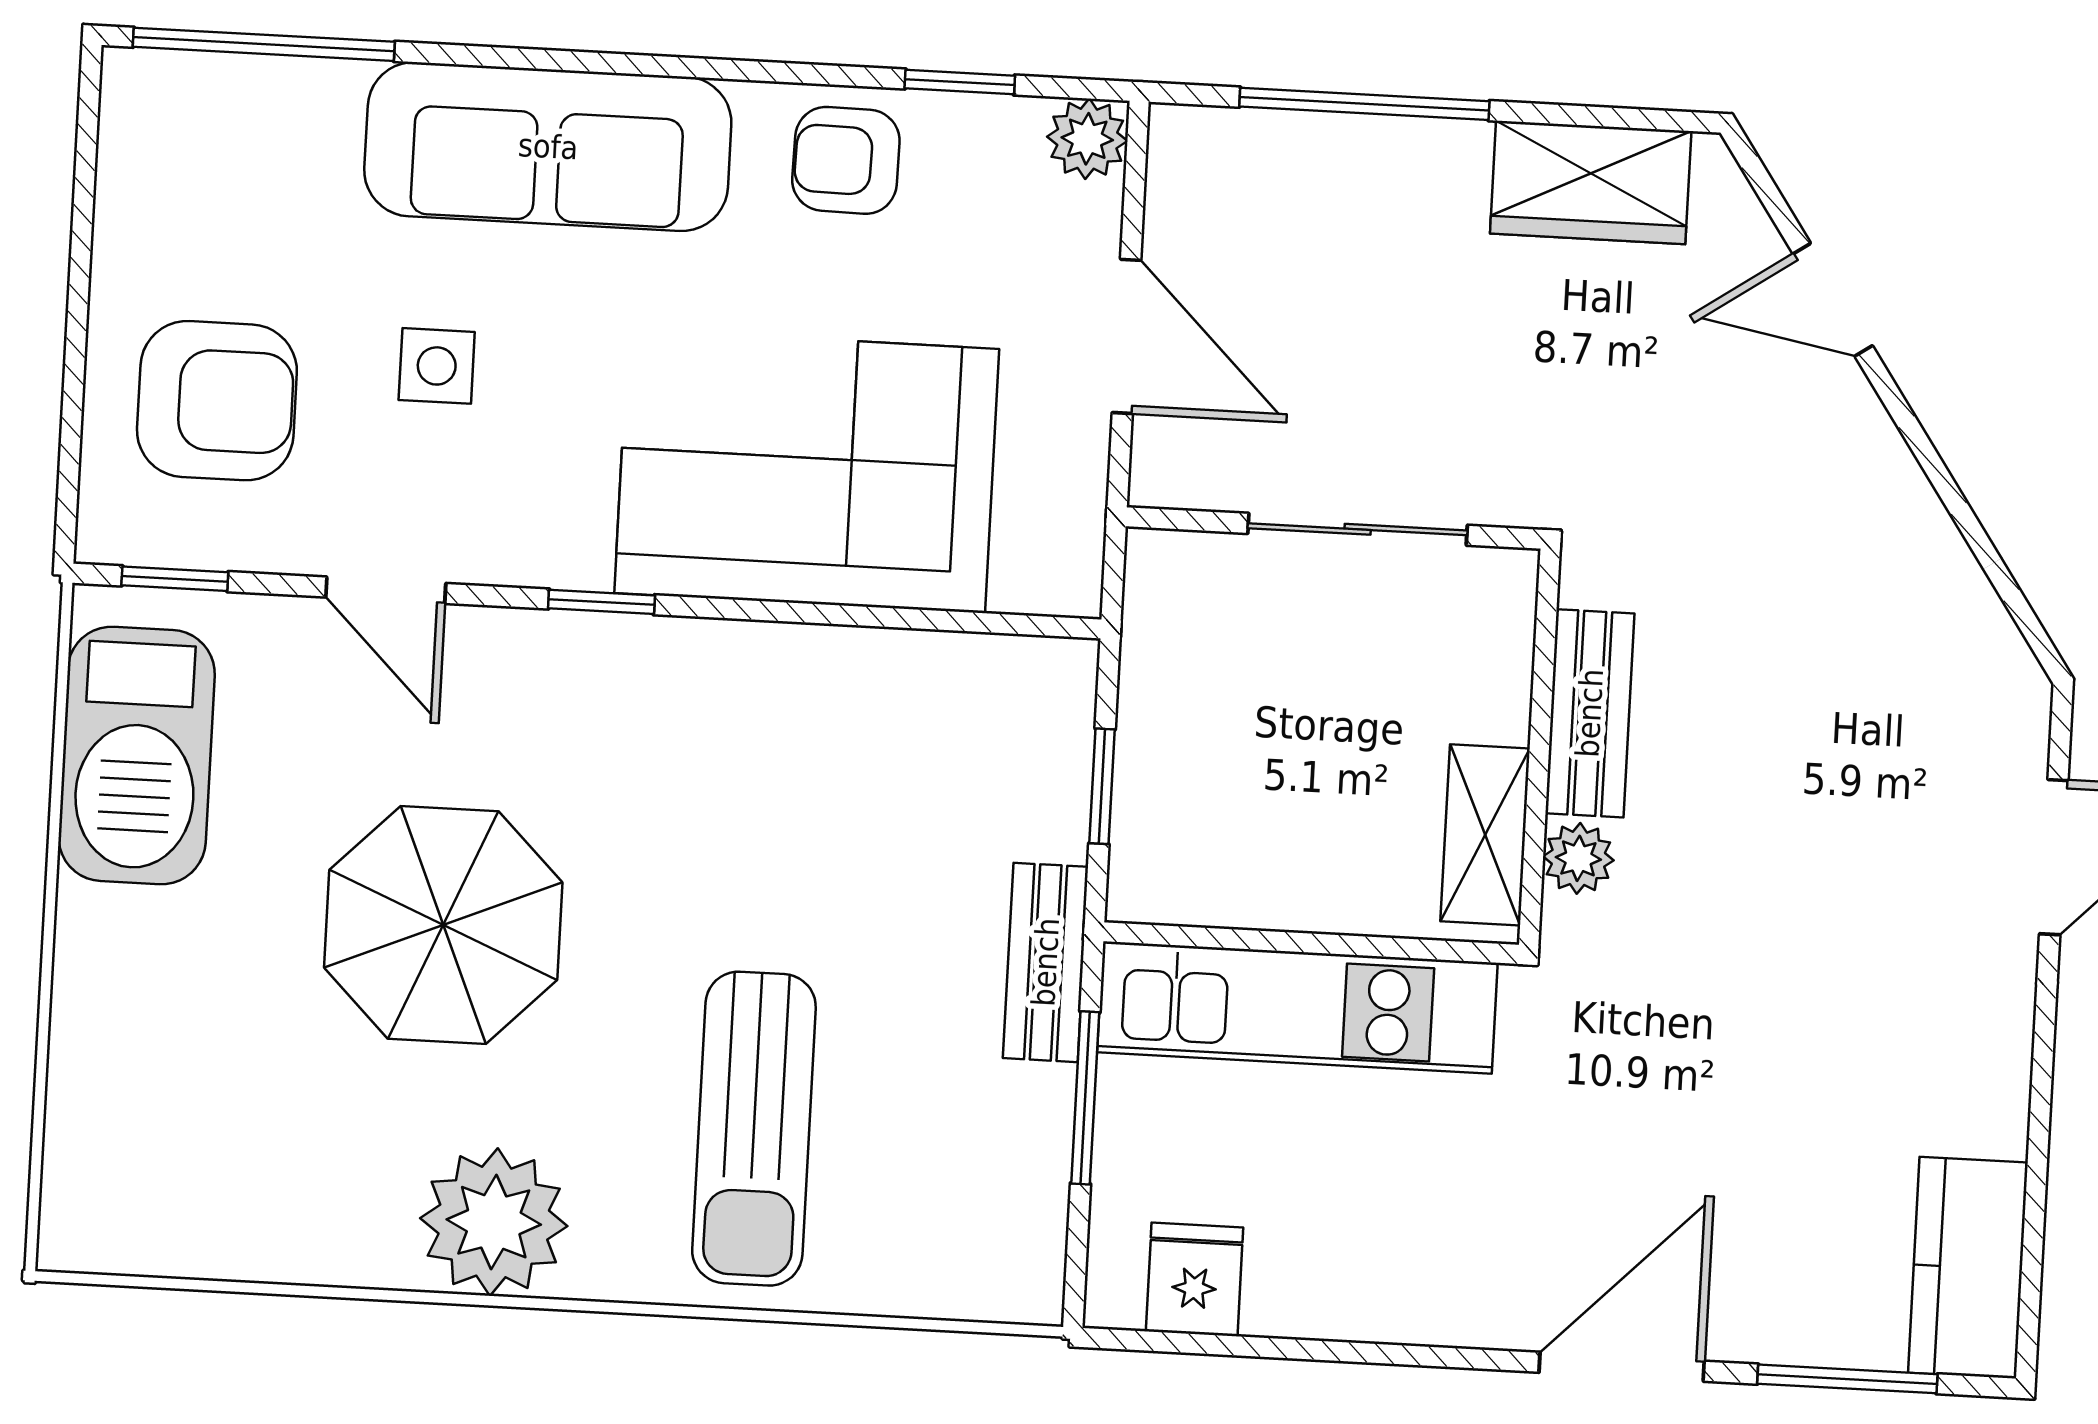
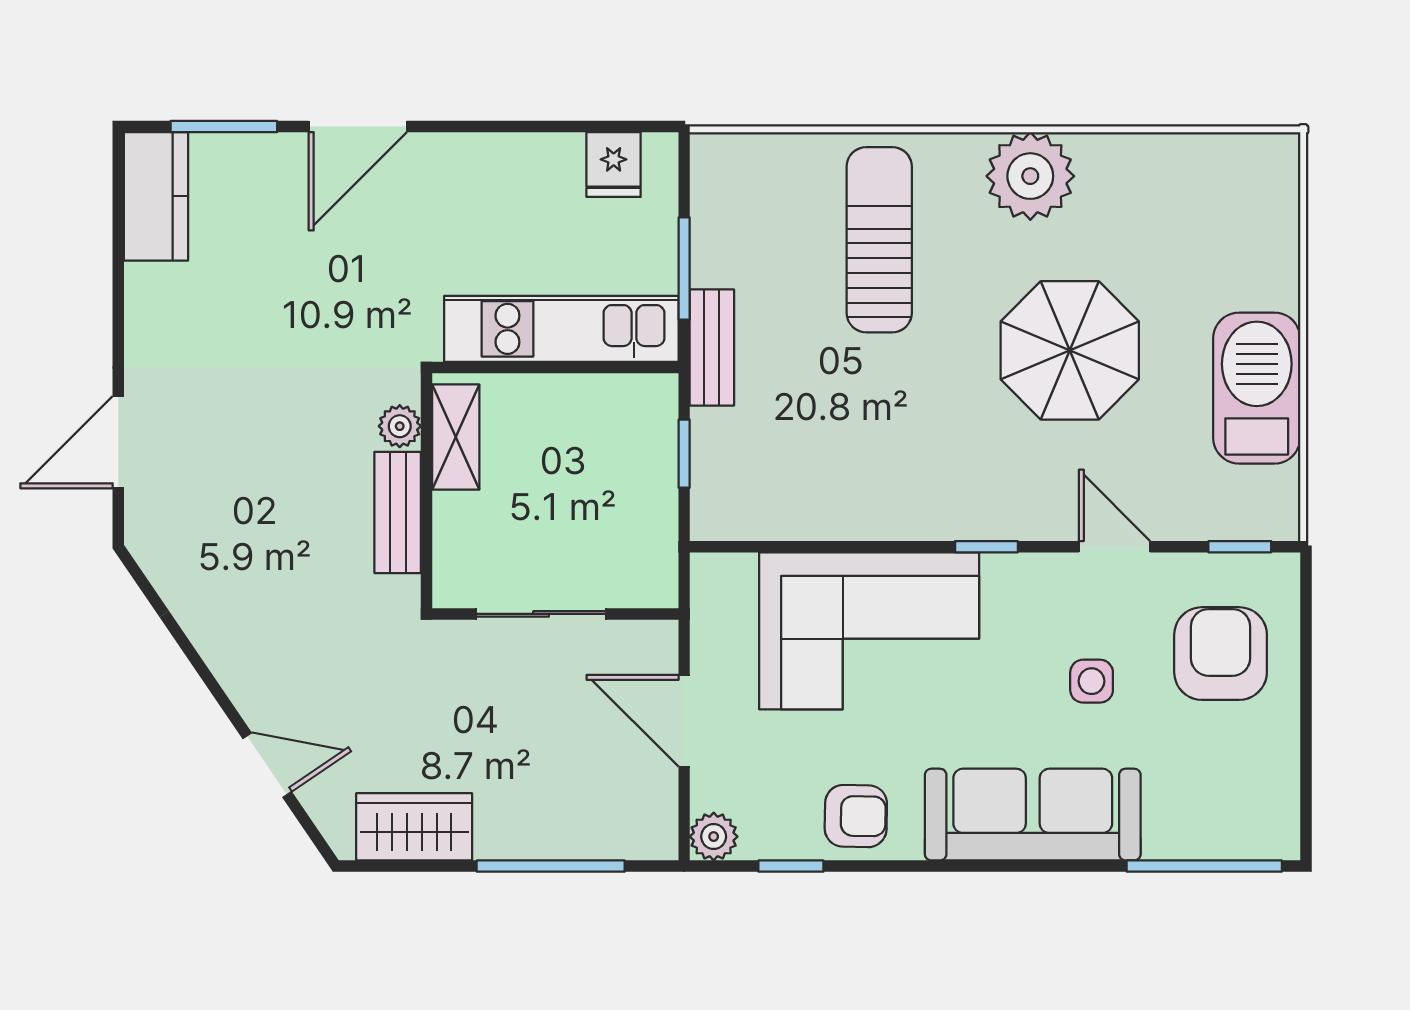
armchair: (217, 401) -> (1221, 654), turned 90
barbecue: (137, 755) -> (1257, 388), moved

